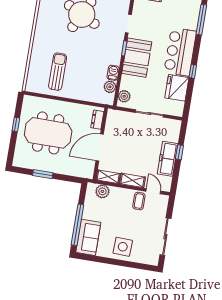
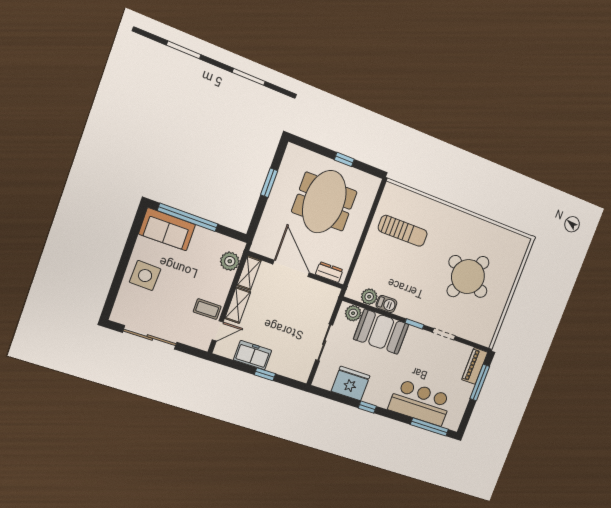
bar counter: (180, 52) -> (420, 403), moved
booth: (137, 58) -> (381, 332), moved
freezer: (168, 159) -> (253, 355), width x0.71

